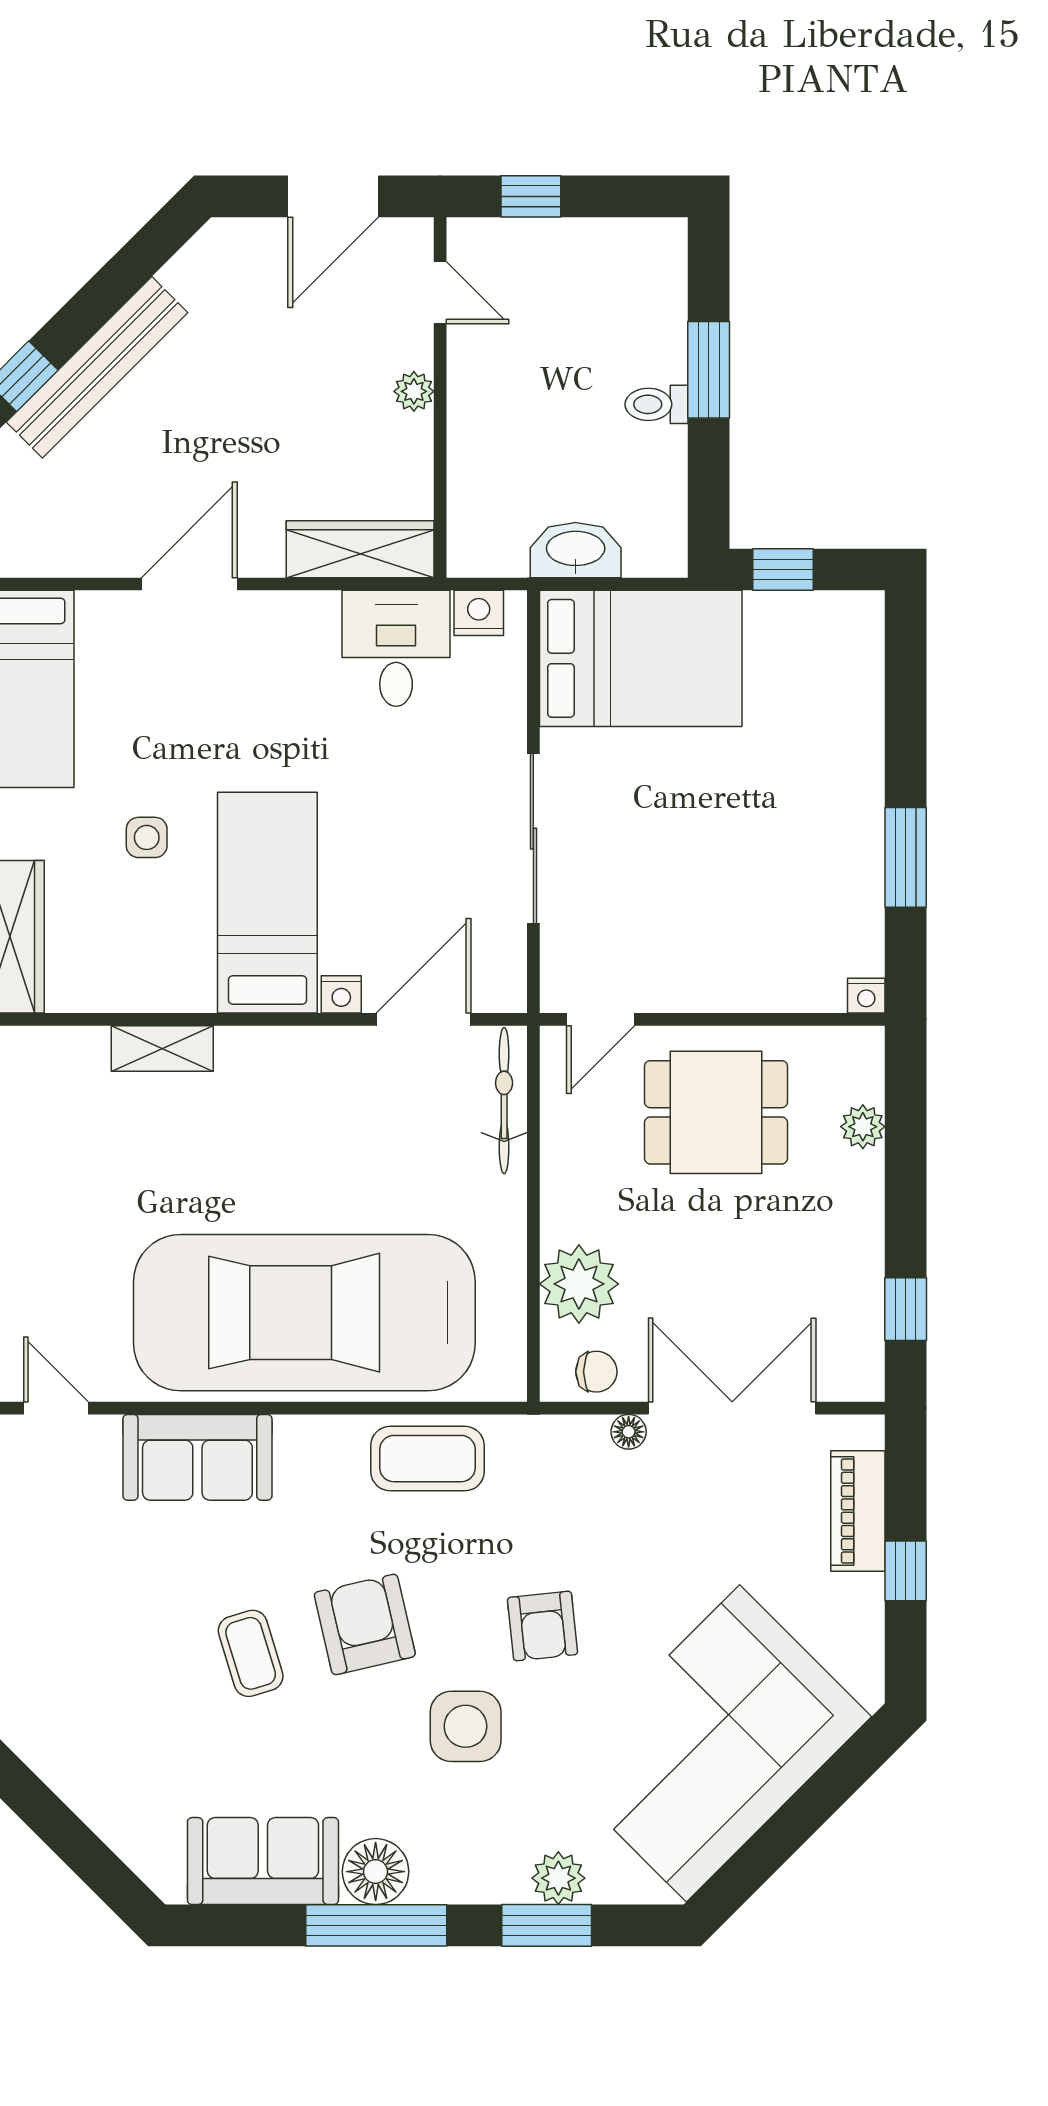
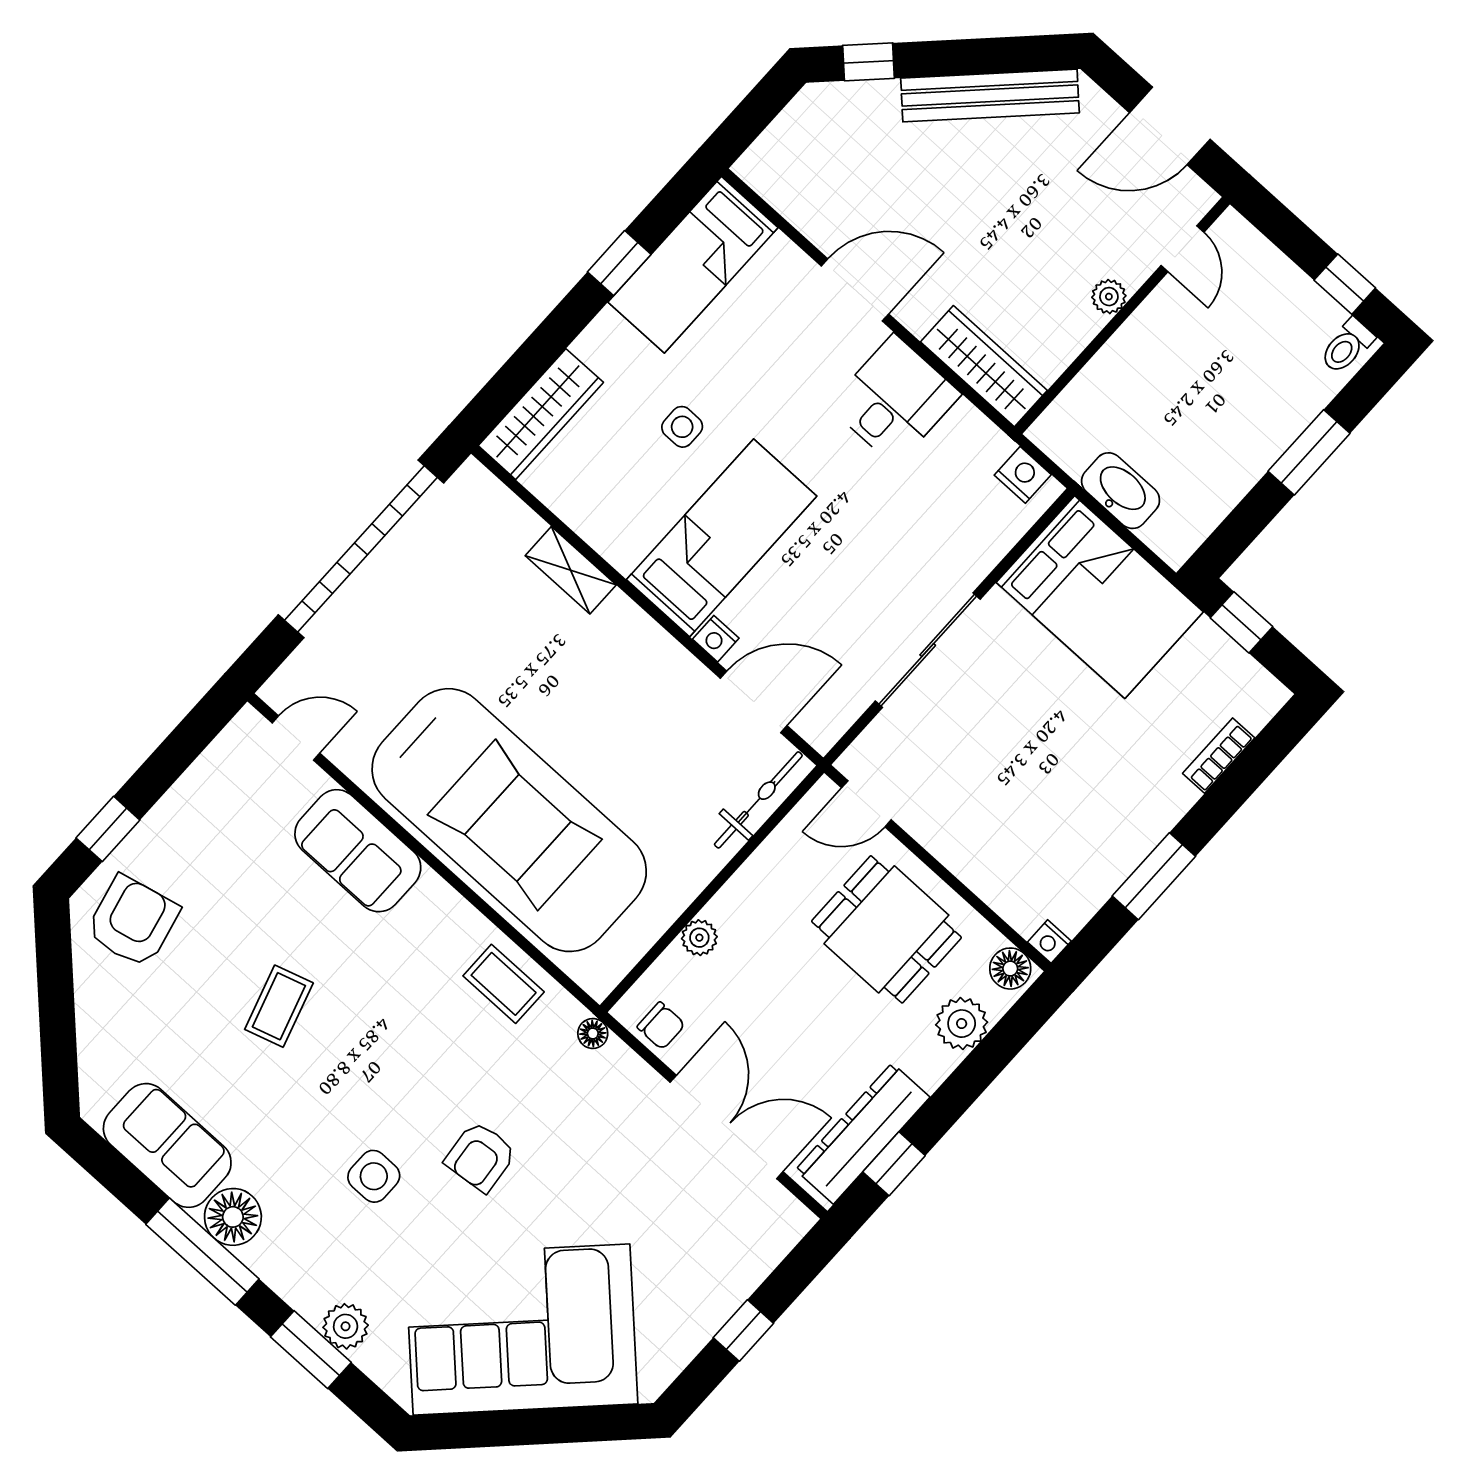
window: (531, 196) -> (1345, 284), moved
bench: (97, 367) -> (990, 95), moved
toilet: (657, 404) -> (1347, 346), moved, turned -90
desk: (396, 648) -> (895, 400), moved
bookcase: (867, 703) -> (1219, 756), added
floor lamp: (854, 1049) -> (1010, 969), added
plant: (863, 1127) -> (962, 1024), width x1.38, depth x1.38
plant: (579, 1284) -> (699, 938), width x0.53, depth x0.53
dresser: (855, 1307) -> (863, 1133), added
car: (304, 1313) -> (509, 820), turned 180
door: (56, 1408) -> (296, 738), hinge flipped
floor lamp: (629, 1432) -> (593, 1033), moved
coffee table: (427, 1459) -> (504, 984), width x0.73, depth x0.77
piano: (858, 1511) -> (747, 1265), removed
armchair: (365, 1624) -> (133, 921), moved
side table: (466, 1726) -> (374, 1176), width x0.73, depth x0.73

